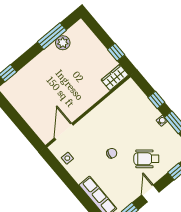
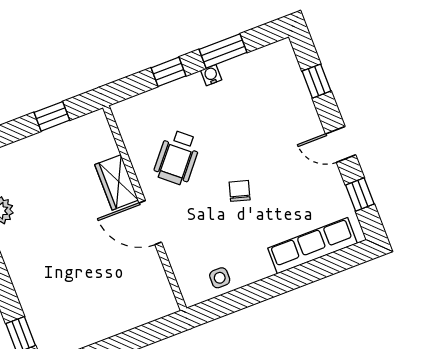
wardrobe: (115, 77) -> (117, 182), moved
door: (64, 132) -> (150, 222), moved
wheelchair: (146, 159) -> (177, 157), moved

